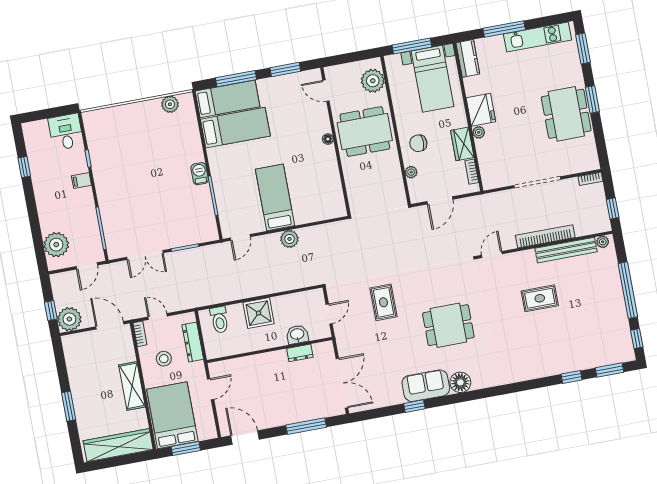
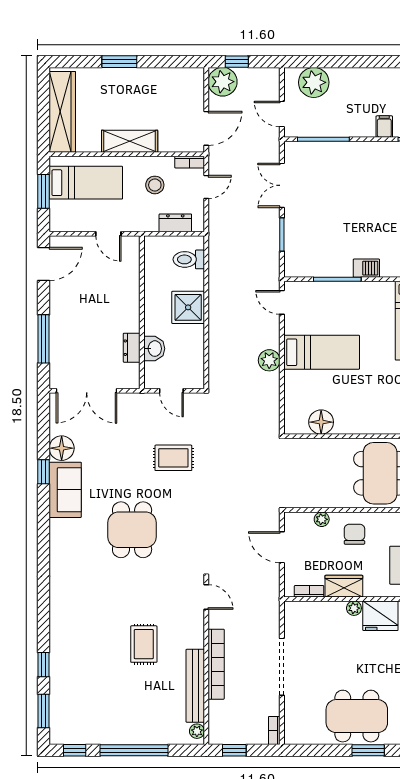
floor lamp: (328, 139) -> (321, 422), moved, width x1.89, depth x1.89
dresser: (193, 342) -> (175, 223), width x0.70
floor lamp: (460, 382) -> (62, 448), moved
bed: (172, 415) -> (86, 183), width x0.67

